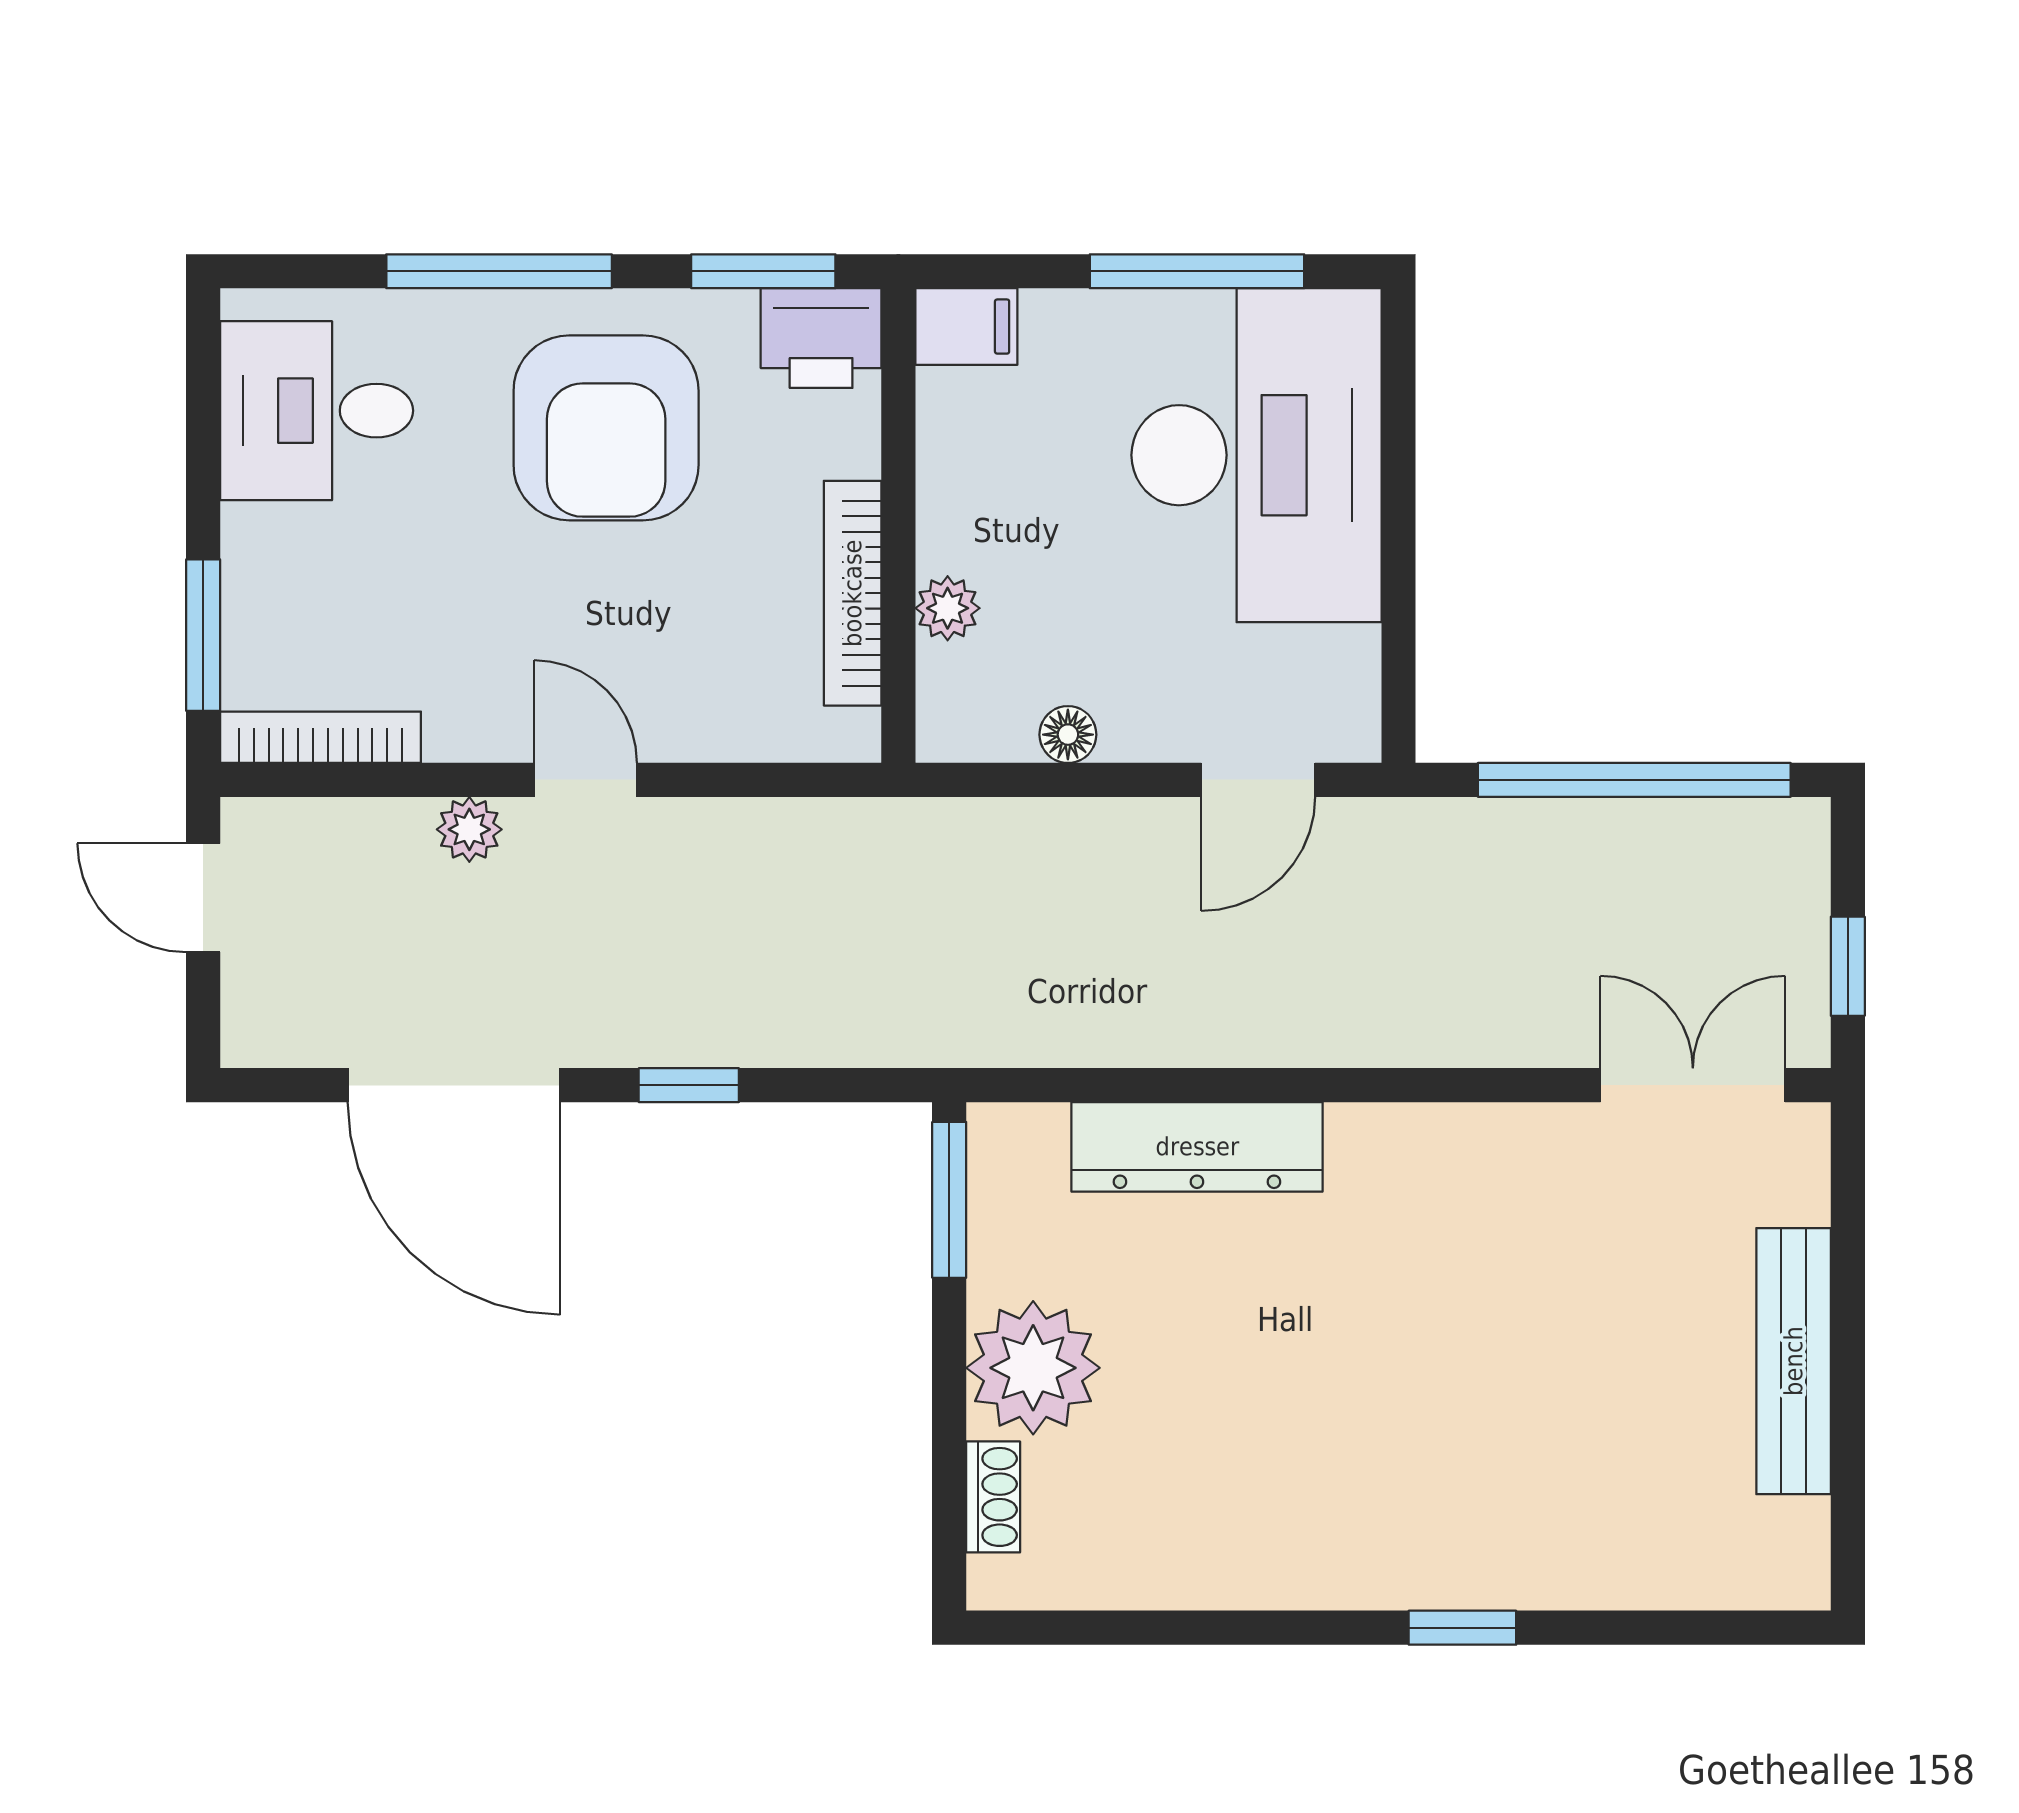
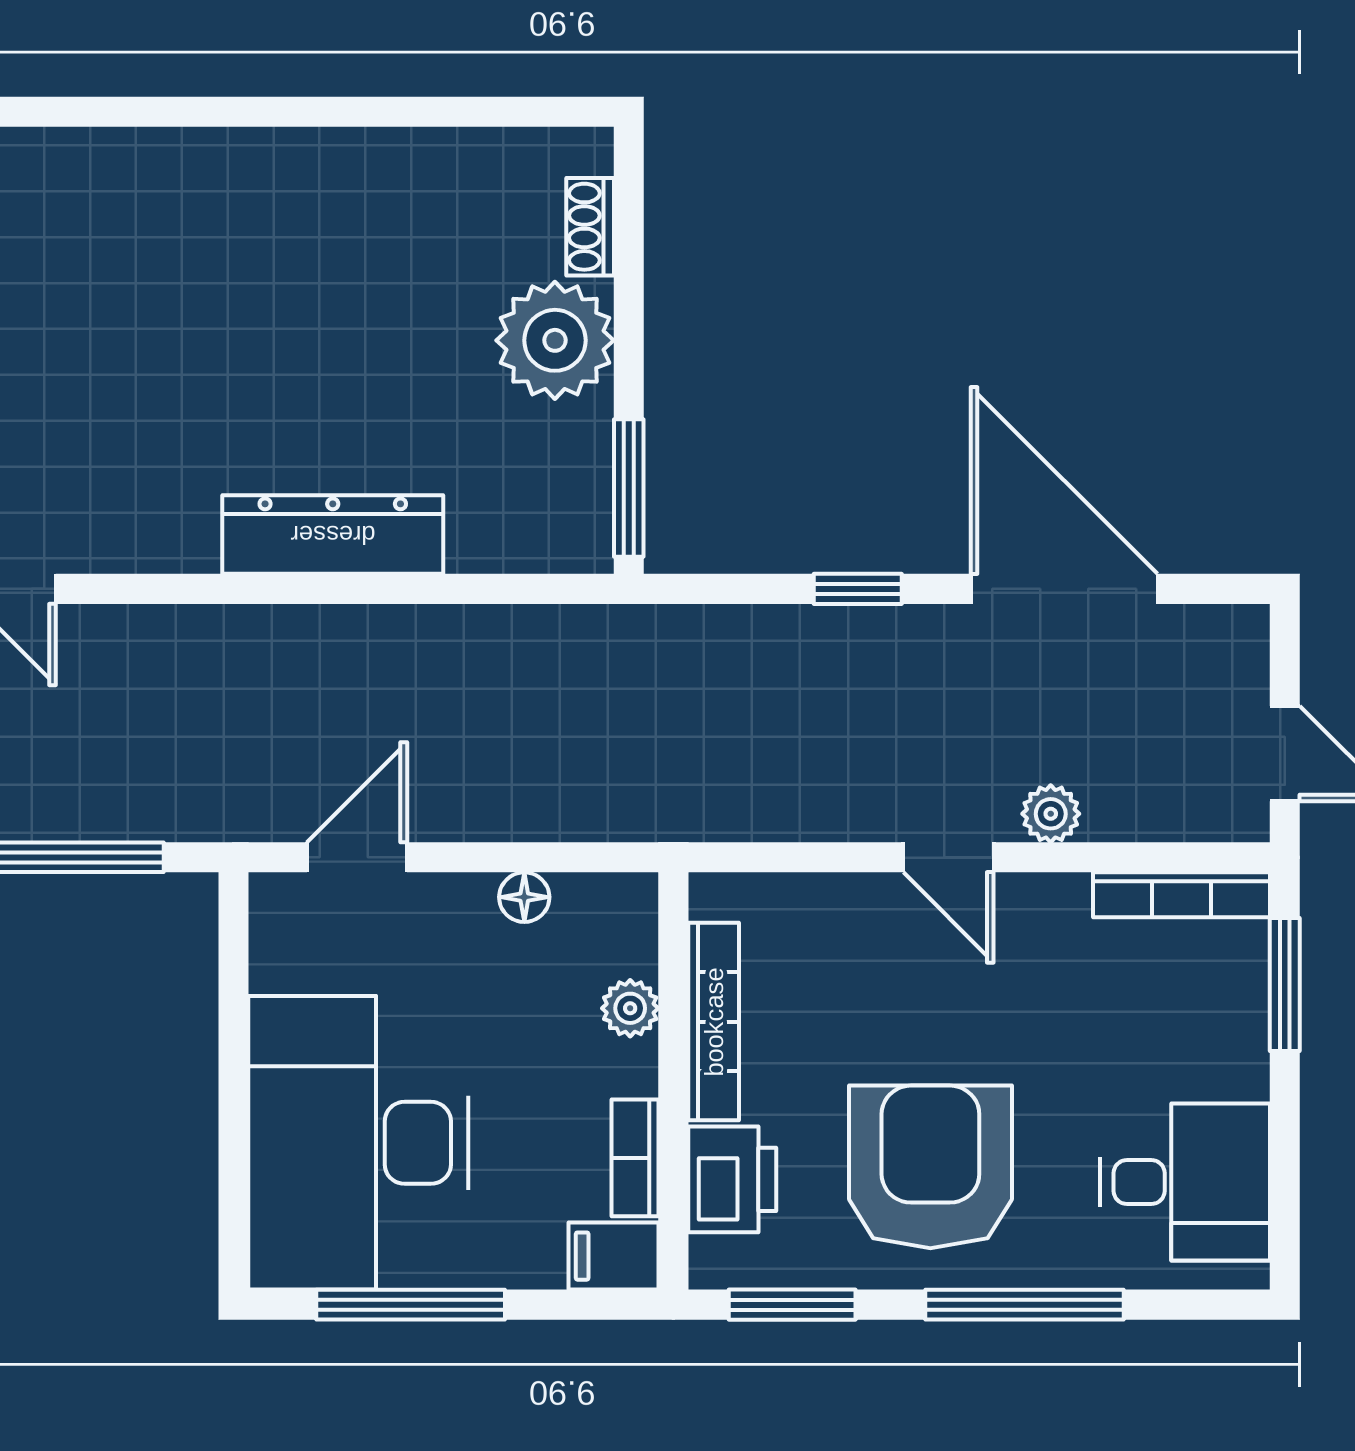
printer: (821, 338) -> (732, 1179), moved, turned 90
bookcase: (942, 438) -> (635, 1158), added
dresser: (1197, 1147) -> (333, 535), moved
window: (1462, 1628) -> (177, 112), removed

